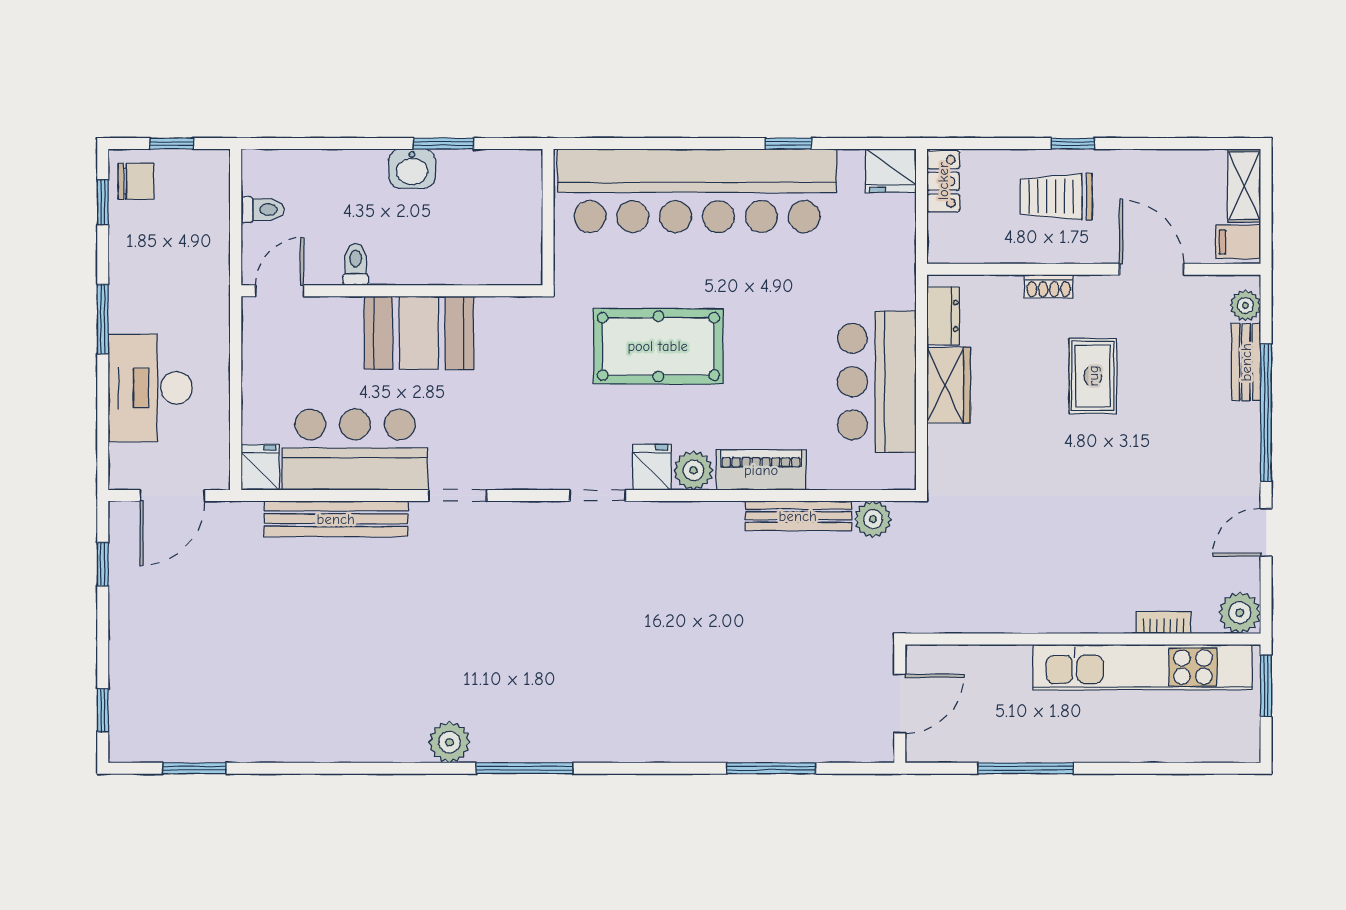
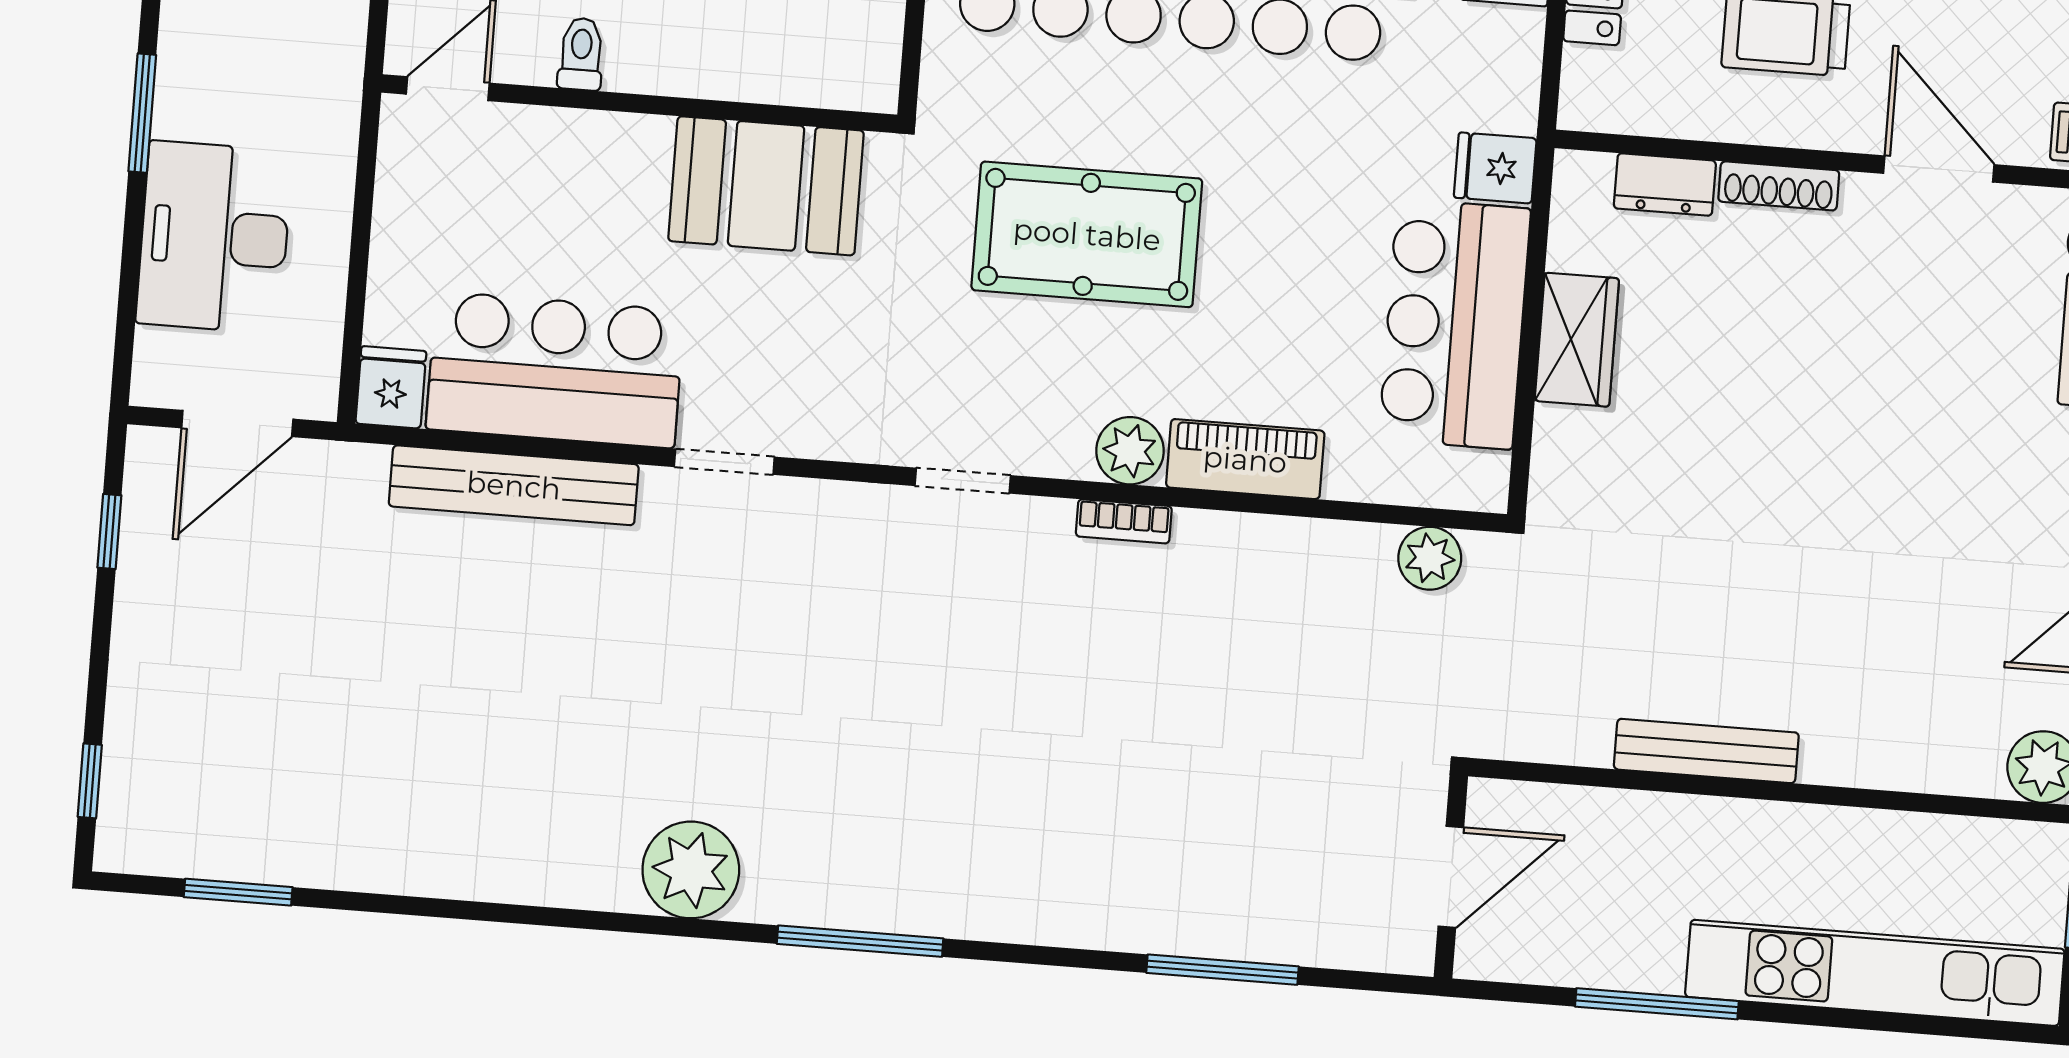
shoe rack: (1049, 286) -> (1779, 186), width x1.43
dresser: (943, 316) -> (1665, 185), moved, turned 90
booth: (419, 333) -> (766, 186), moved
rug: (1093, 376) -> (1824, 343), removed
fridge: (652, 467) -> (1495, 168), moved, turned -90
bench: (798, 516) -> (1706, 751), moved
bookcase: (1164, 623) -> (1124, 521), moved, turned 180
kitchen unit: (1143, 667) -> (1875, 973), moved, turned 180
plant: (449, 742) -> (691, 870), width x1.36, depth x1.36
window: (524, 768) -> (860, 941), moved

